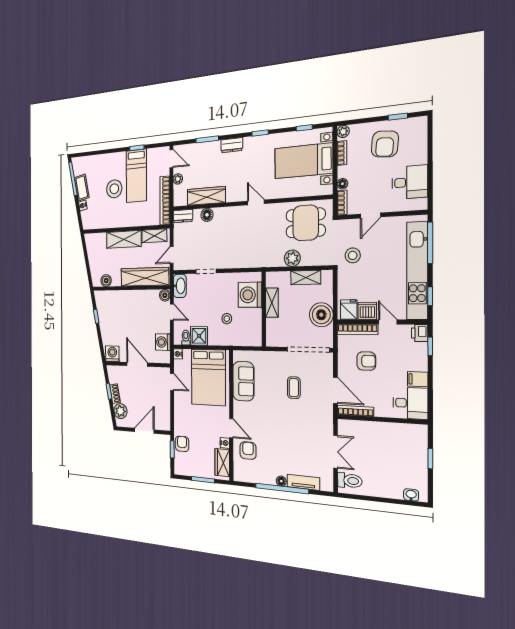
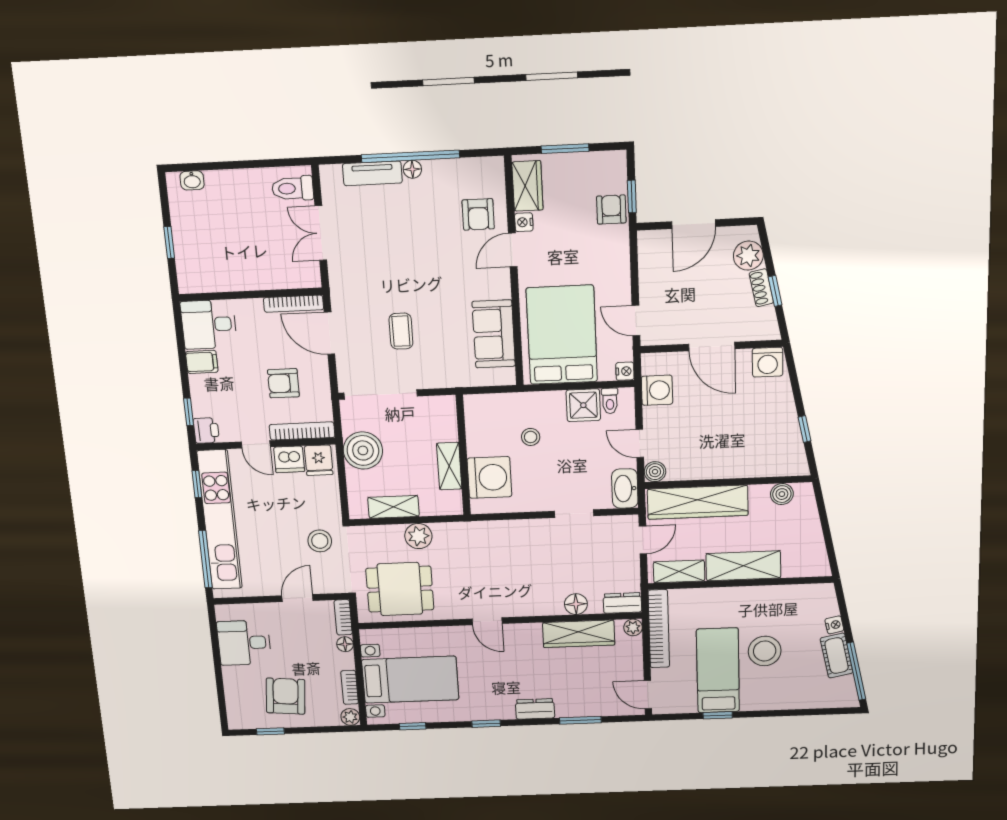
plant: (178, 179) -> (633, 627), moved
door: (231, 428) -> (513, 250), hinge flipped
armchair: (182, 444) -> (611, 209), turned 180

